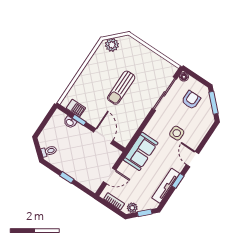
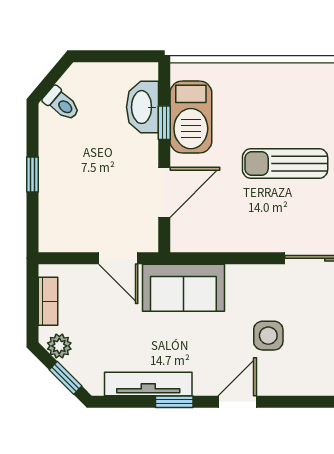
barbecue: (76, 108) -> (191, 117), width x1.88, depth x1.53
washbasin: (70, 122) -> (142, 107), width x1.91, depth x1.45
door: (110, 176) -> (118, 258), moved

